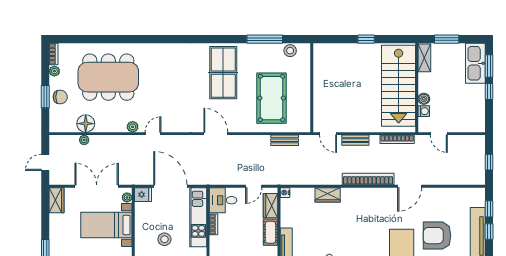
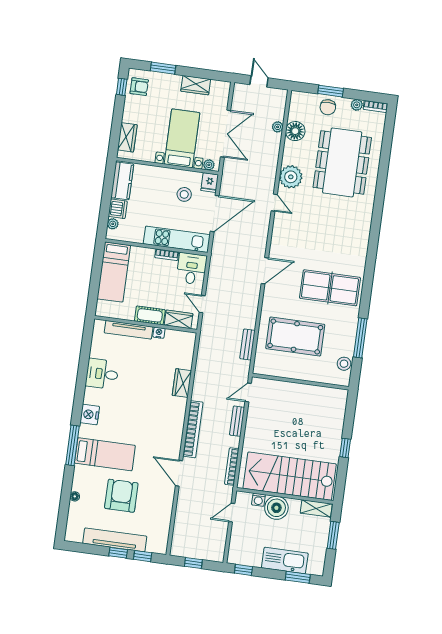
kitchen sink: (475, 63) -> (285, 560), moved
window: (489, 92) -> (243, 570), moved
boiler: (424, 99) -> (276, 508), width x1.86, depth x1.86
plant: (133, 127) -> (291, 177), width x1.87, depth x1.87
nightstand: (285, 193) -> (159, 333), moved
wardrobe: (57, 200) -> (196, 85), moved
stool: (164, 239) -> (184, 194), moved

